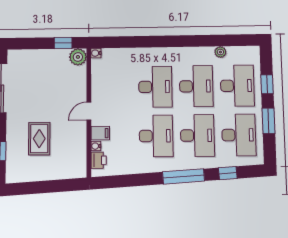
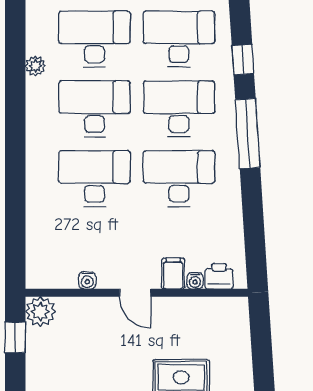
water cooler: (96, 53) -> (87, 280), moved

